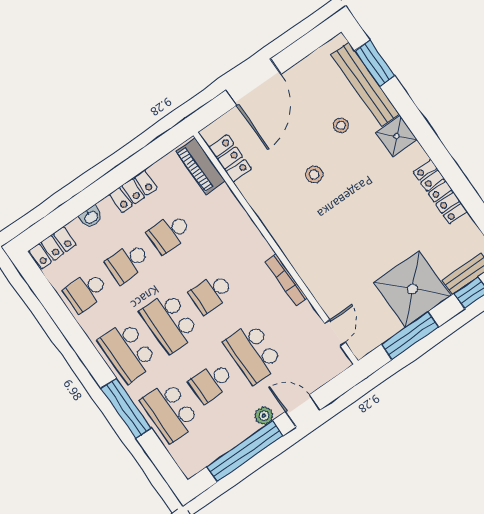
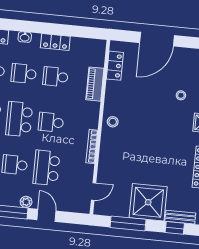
piano: (200, 166) -> (95, 84), moved
stool: (314, 174) -> (113, 122), moved

